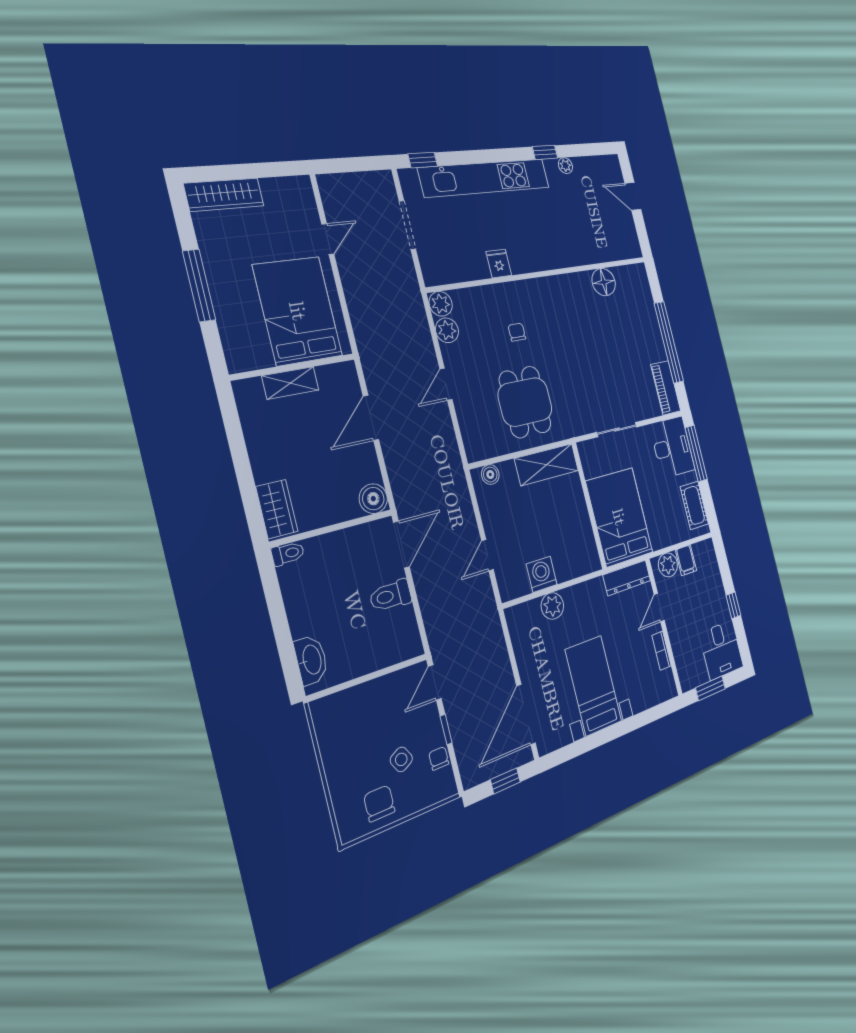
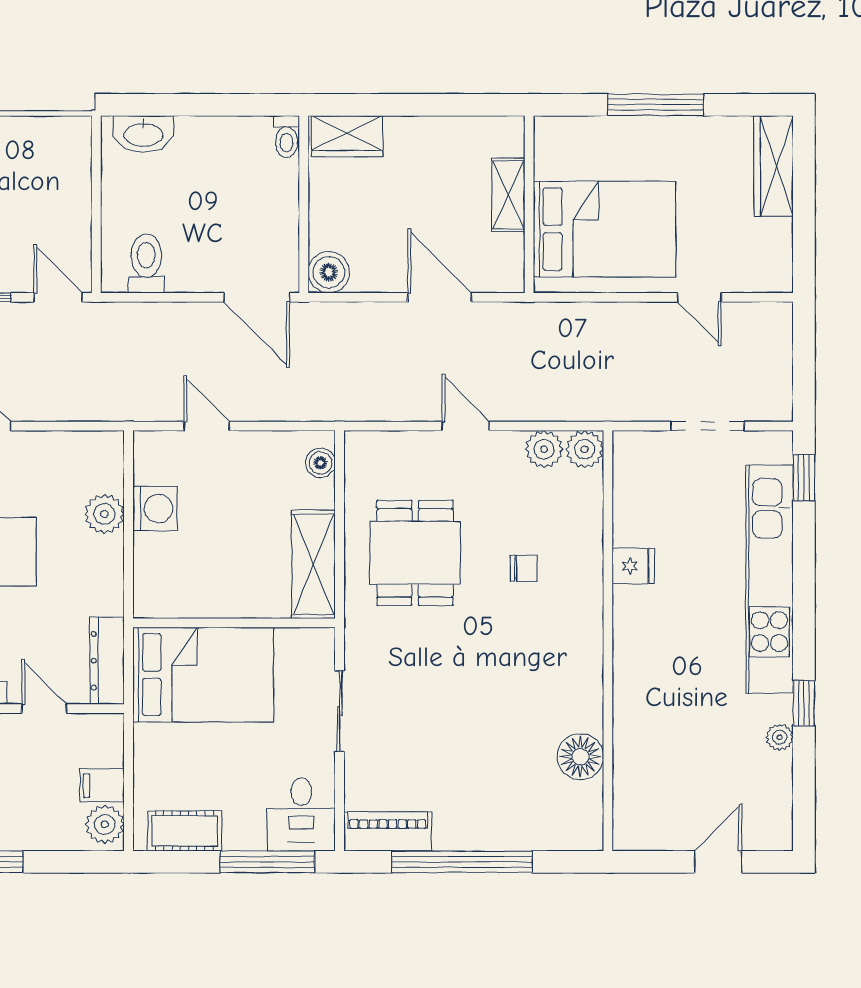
dining table: (525, 402) -> (415, 553), turned 90
desk: (672, 447) -> (301, 814), width x0.73
plant: (668, 565) -> (105, 824), moved
toilet: (391, 596) -> (146, 263), moved

